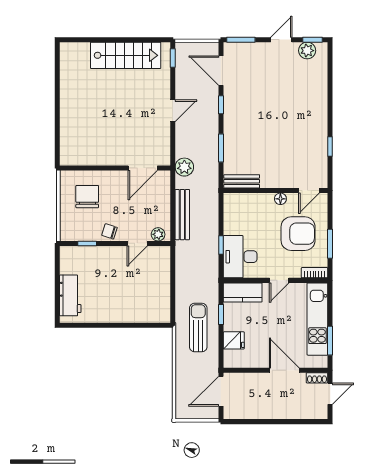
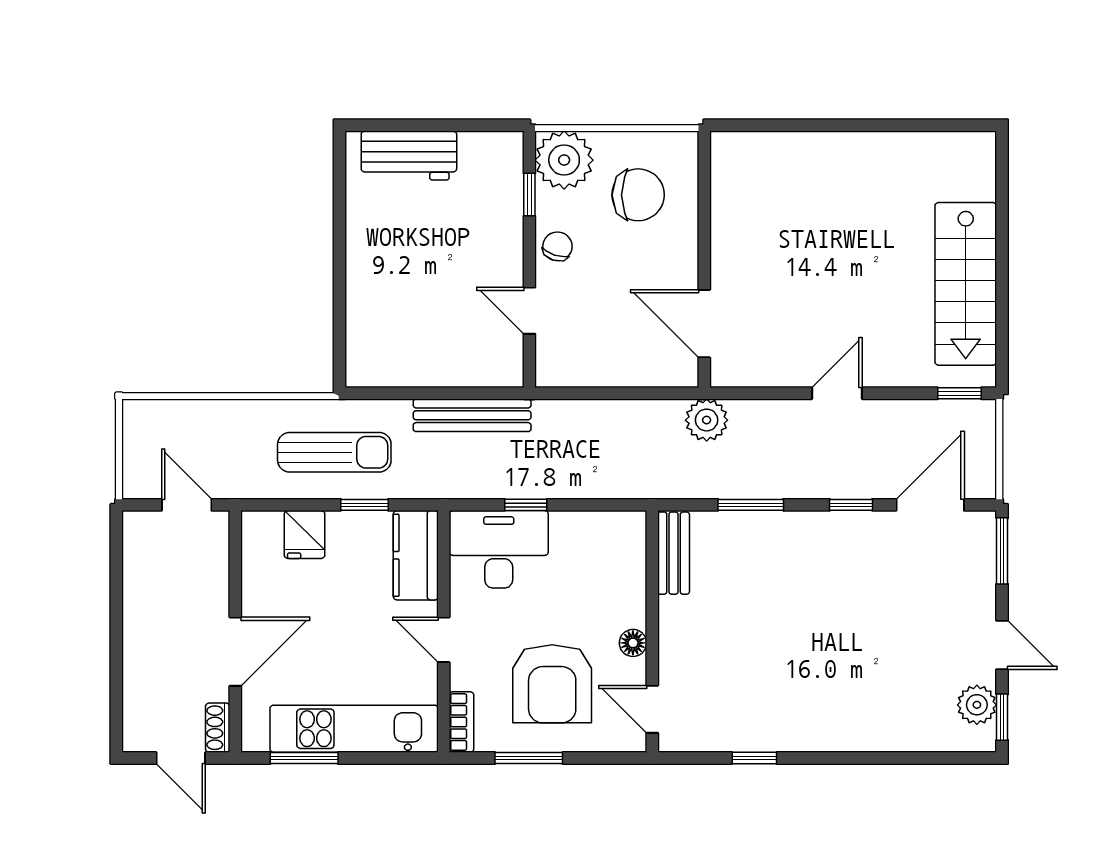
door: (173, 111) -> (837, 393), swing flipped
bench: (182, 215) -> (472, 415), moved
plant: (158, 234) -> (564, 160), moved, width x1.88, depth x1.88
door: (221, 391) -> (187, 505), width x0.73

